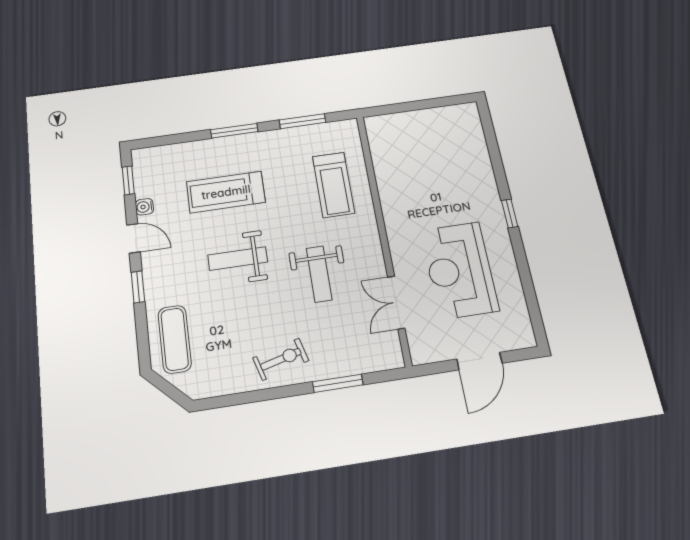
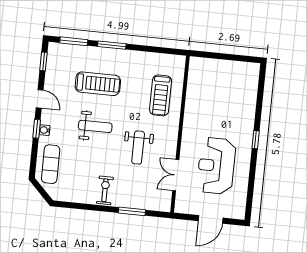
window: (303, 121) -> (74, 41), moved
treadmill: (226, 192) -> (98, 84), turned 180
water cooler: (144, 207) -> (45, 130), moved
weight bench: (238, 259) -> (95, 126), turned 180
exercise bike: (281, 359) -> (105, 190), turned -75

